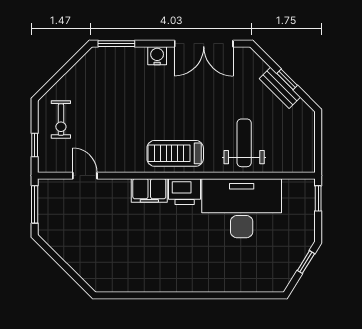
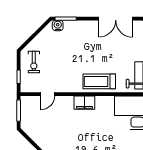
water cooler: (157, 56) -> (58, 26), moved
door: (85, 176) -> (48, 94), swing flipped
printer: (185, 192) -> (105, 103), removed

